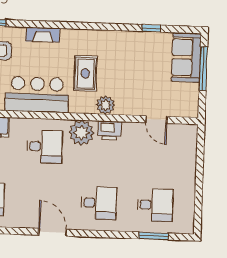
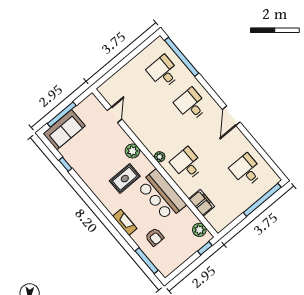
printer: (109, 130) -> (145, 136), removed
plant: (81, 133) -> (160, 157), width x0.53, depth x0.53
window: (154, 236) -> (182, 57), width x2.11

